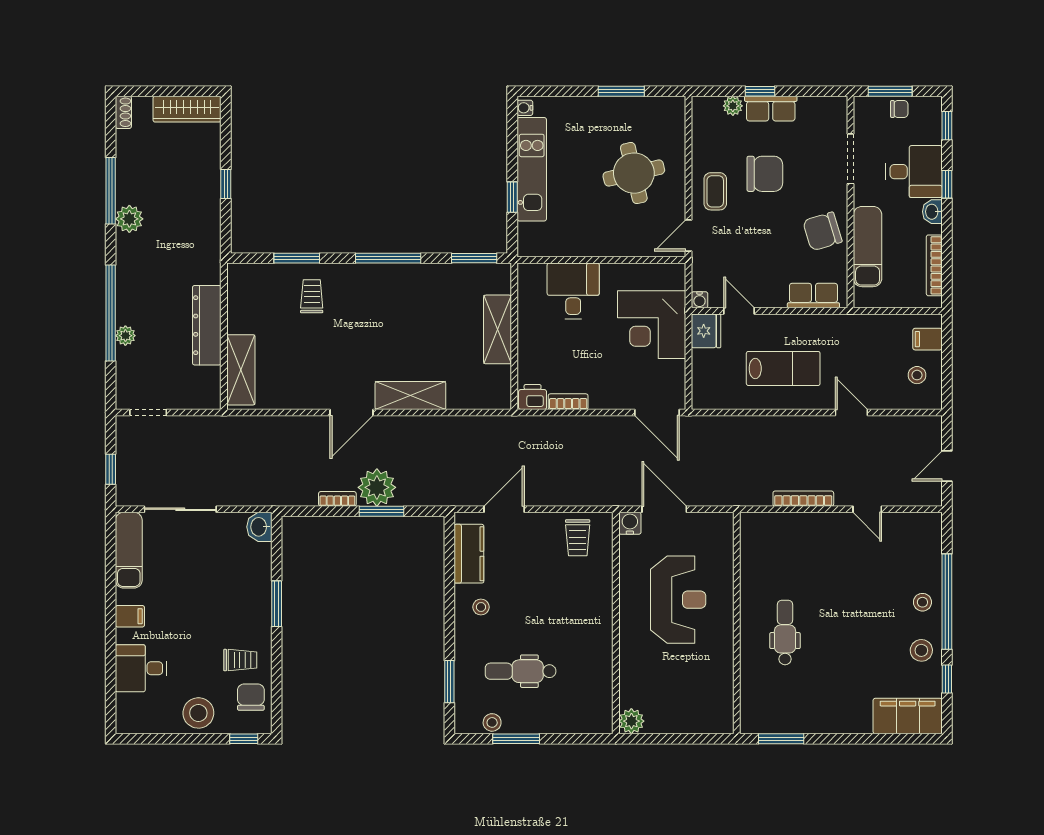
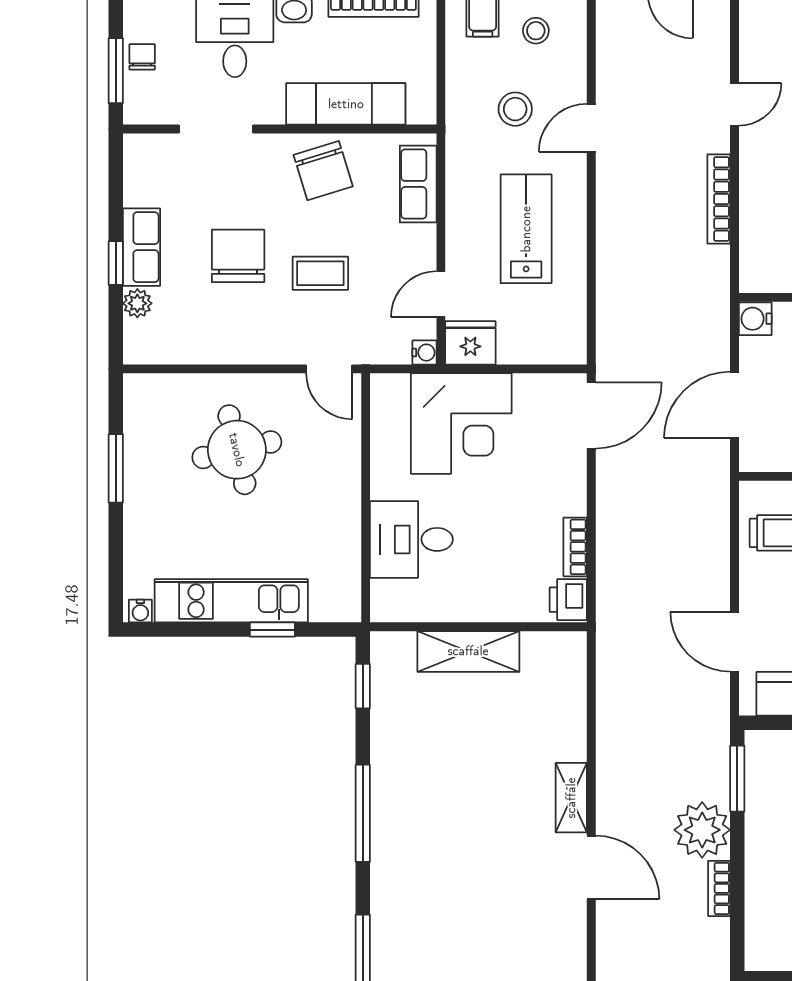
coffee table: (715, 191) -> (320, 273), moved
window: (474, 258) -> (363, 686), width x0.67
trolley: (312, 296) -> (419, 926), removed
stool: (864, 361) -> (515, 109), added
shelving: (410, 396) -> (571, 798), width x0.67, depth x0.75
window: (382, 511) -> (737, 779), moved
water cooler: (630, 523) -> (755, 319), moved

